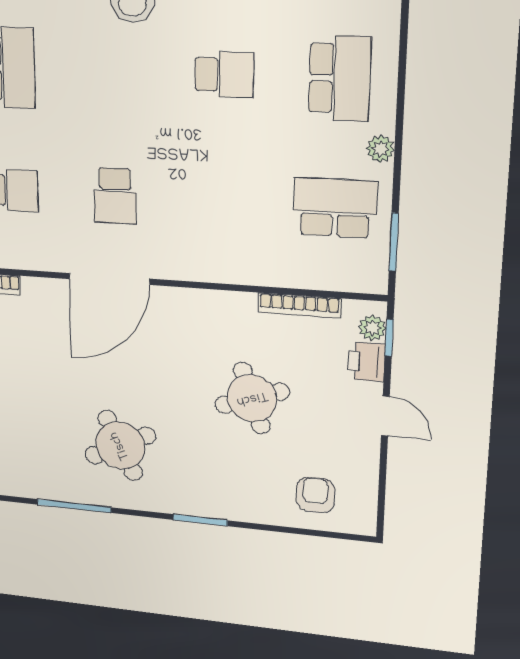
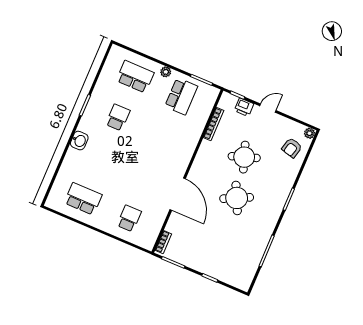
school desk: (115, 196) -> (146, 178), removed
school desk: (335, 208) -> (181, 96), turned 180
plant: (372, 328) -> (309, 133), moved
round table: (120, 446) -> (237, 198), moved
armchair: (315, 495) -> (292, 148), turned -76

